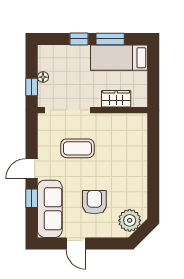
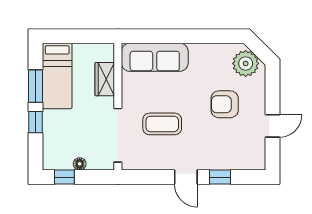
window: (32, 87) -> (64, 177), moved
coffee table: (77, 148) -> (162, 124), turned 90
sofa: (50, 209) -> (155, 57), moved, turned 180

